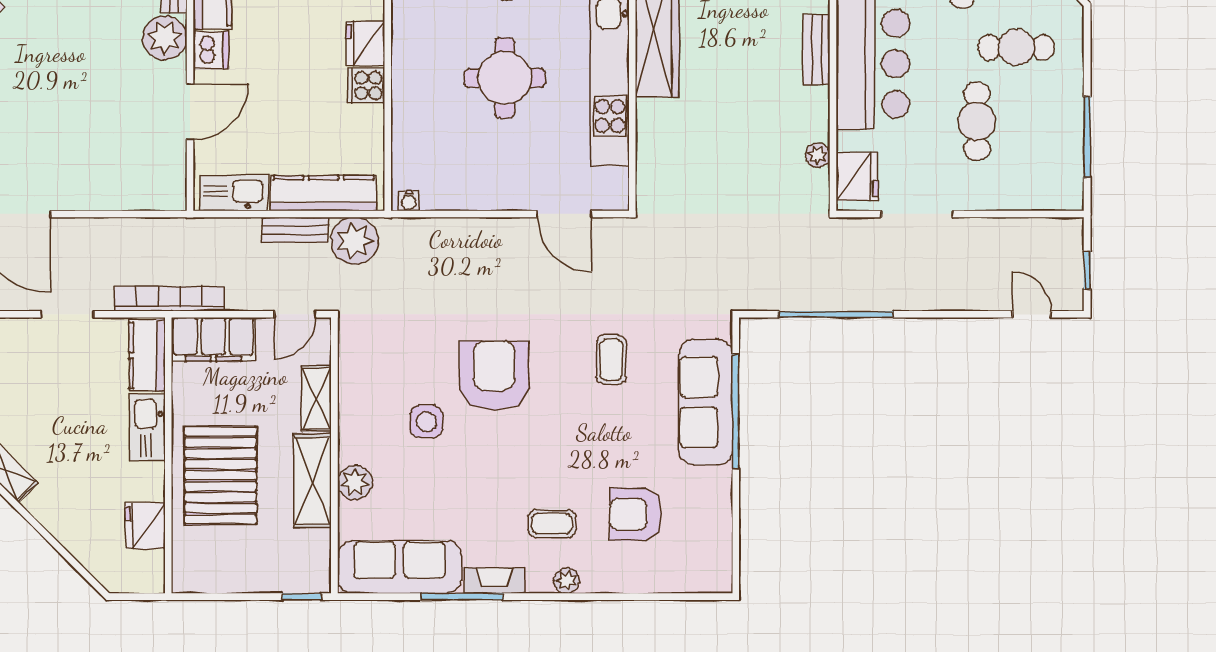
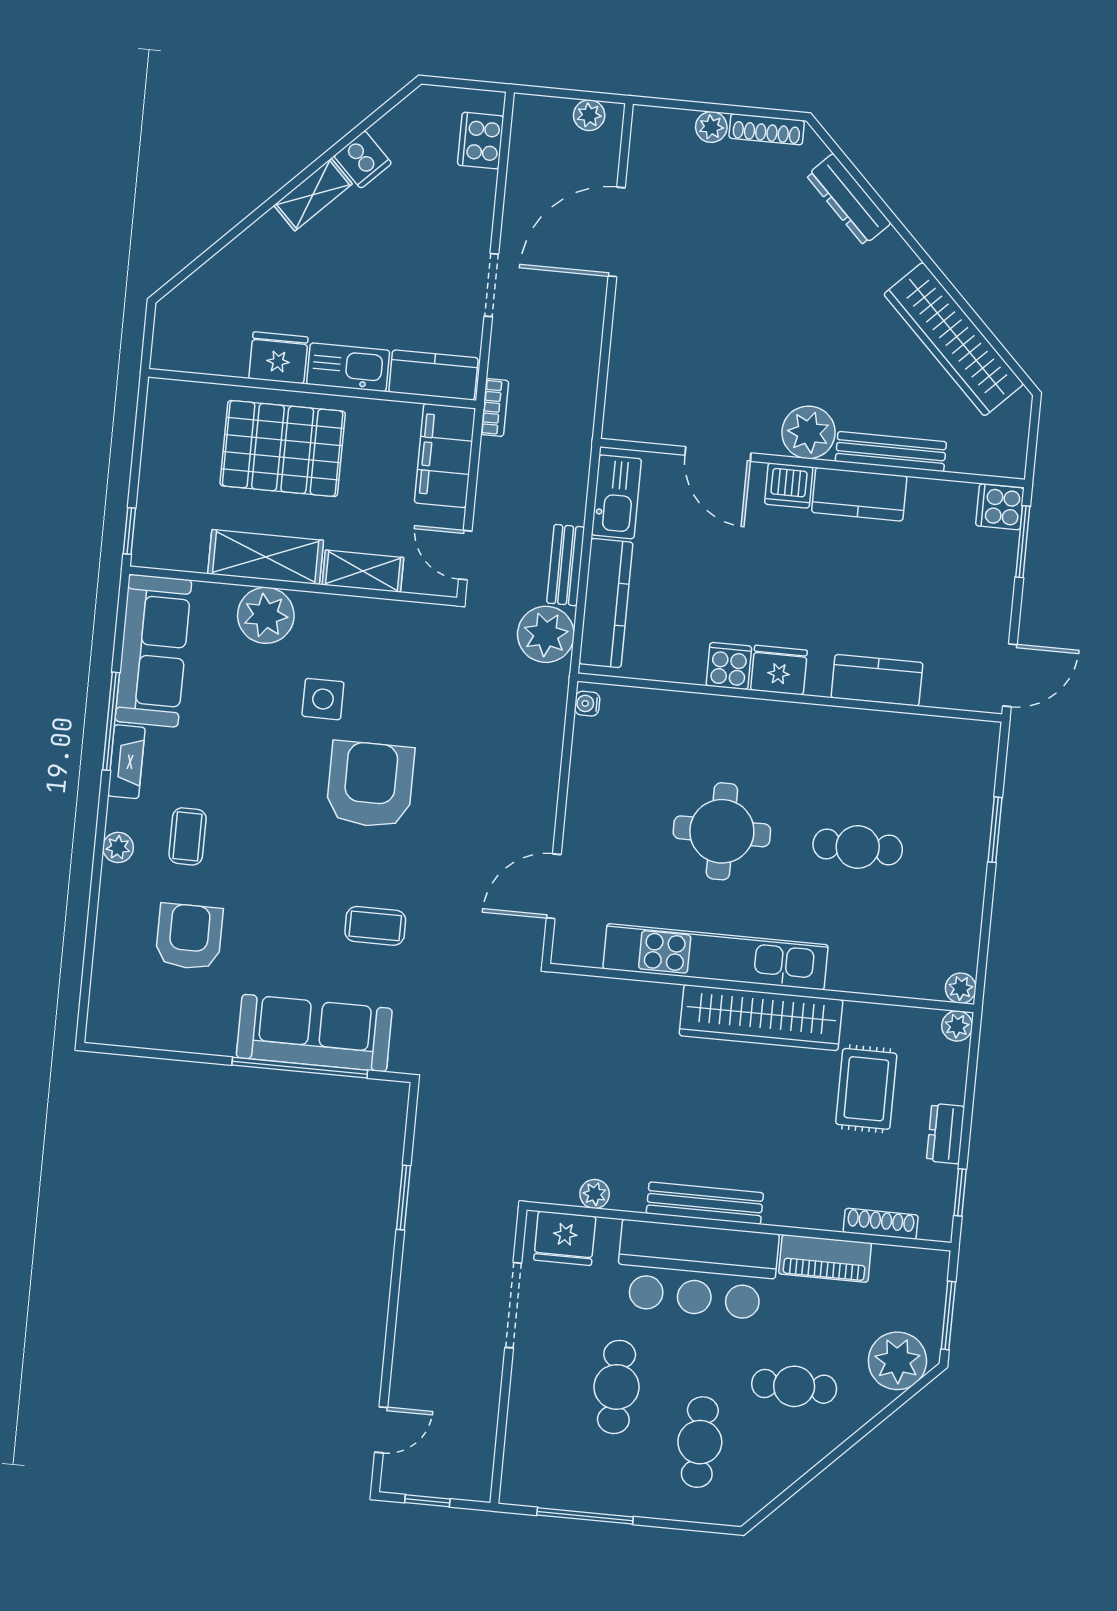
bench: (816, 50) -> (705, 1203), width x1.36
cafe table: (977, 121) -> (617, 1387), turned 90
bookcase: (169, 299) -> (495, 408), width x0.43, depth x0.76
window: (836, 314) -> (403, 1197), width x0.47
armchair: (494, 375) -> (370, 785), turned -90
plant: (355, 482) -> (266, 615), width x1.36, depth x1.36
fridge: (145, 526) -> (278, 358), moved

